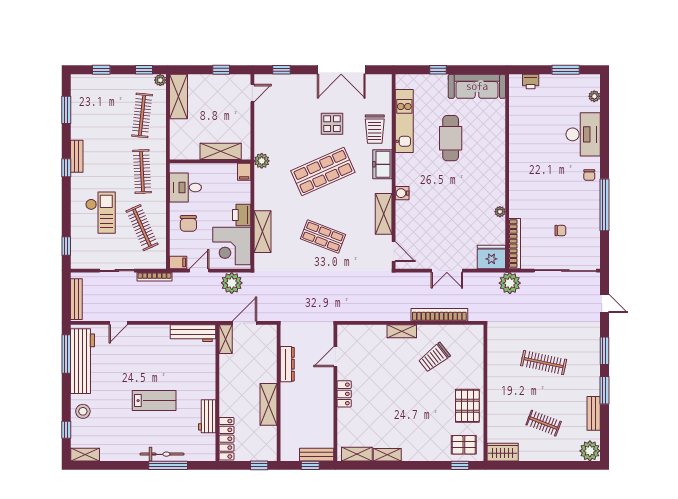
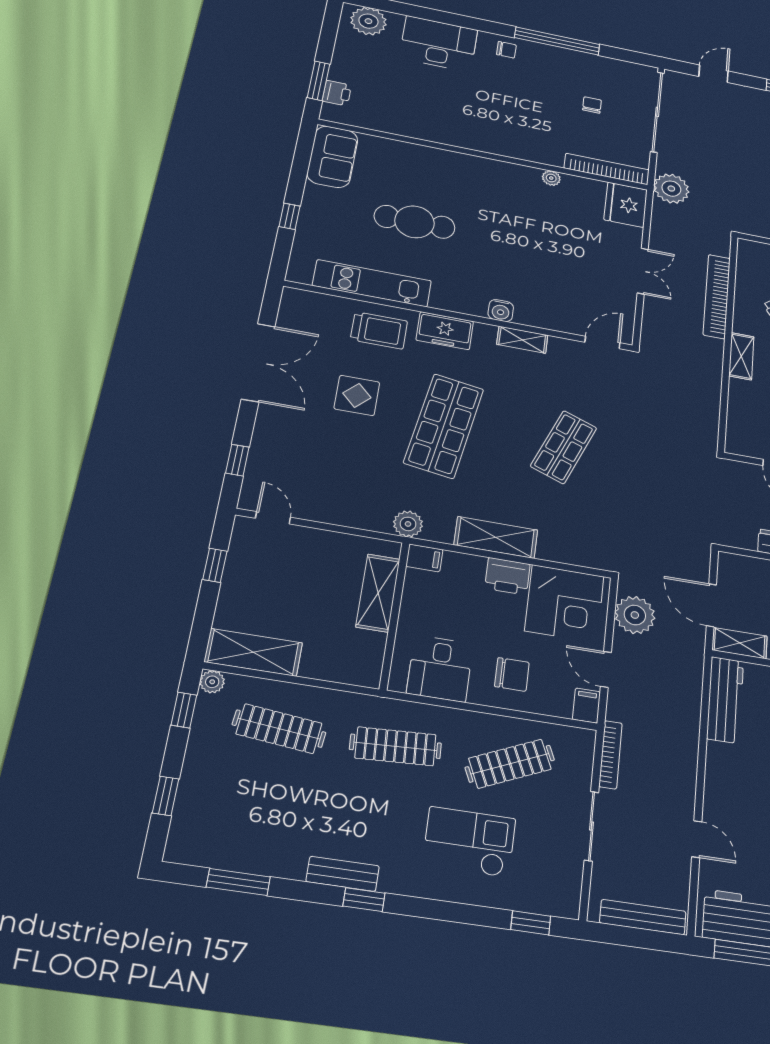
window: (566, 70) -> (318, 81), moved
sofa: (477, 86) -> (332, 157), width x0.73
plant: (594, 96) -> (368, 21), width x1.88, depth x1.88
shop shelf: (323, 172) -> (444, 426), turned 33
shelving: (384, 214) -> (522, 340), width x0.67, depth x0.75
shelving: (262, 232) -> (496, 537), moved

